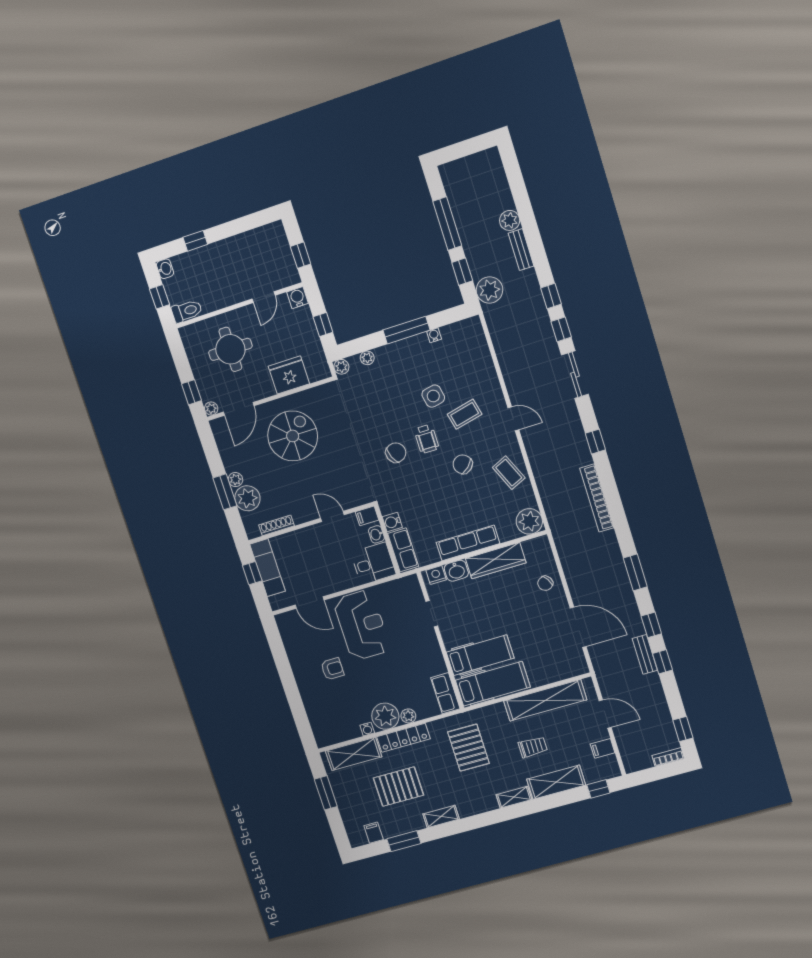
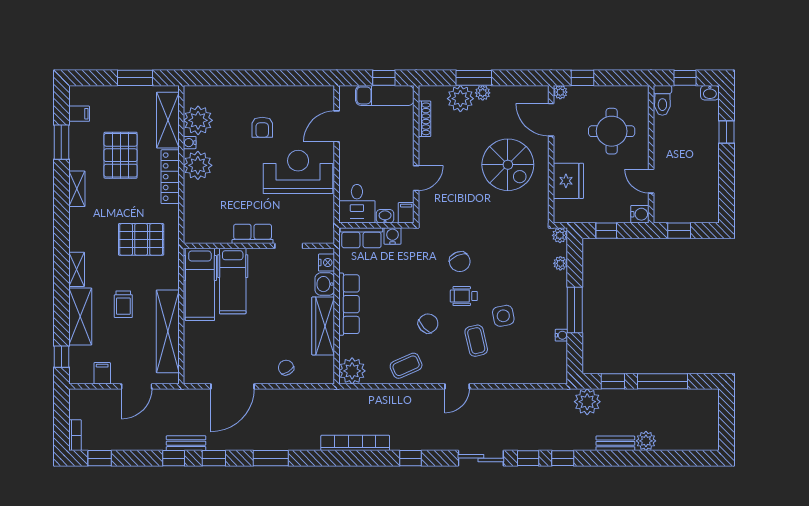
reception desk: (362, 625) -> (298, 172), turned 180
row of seats: (445, 693) -> (253, 234), moved
plant: (408, 716) -> (198, 120), moved, width x1.87, depth x1.87

